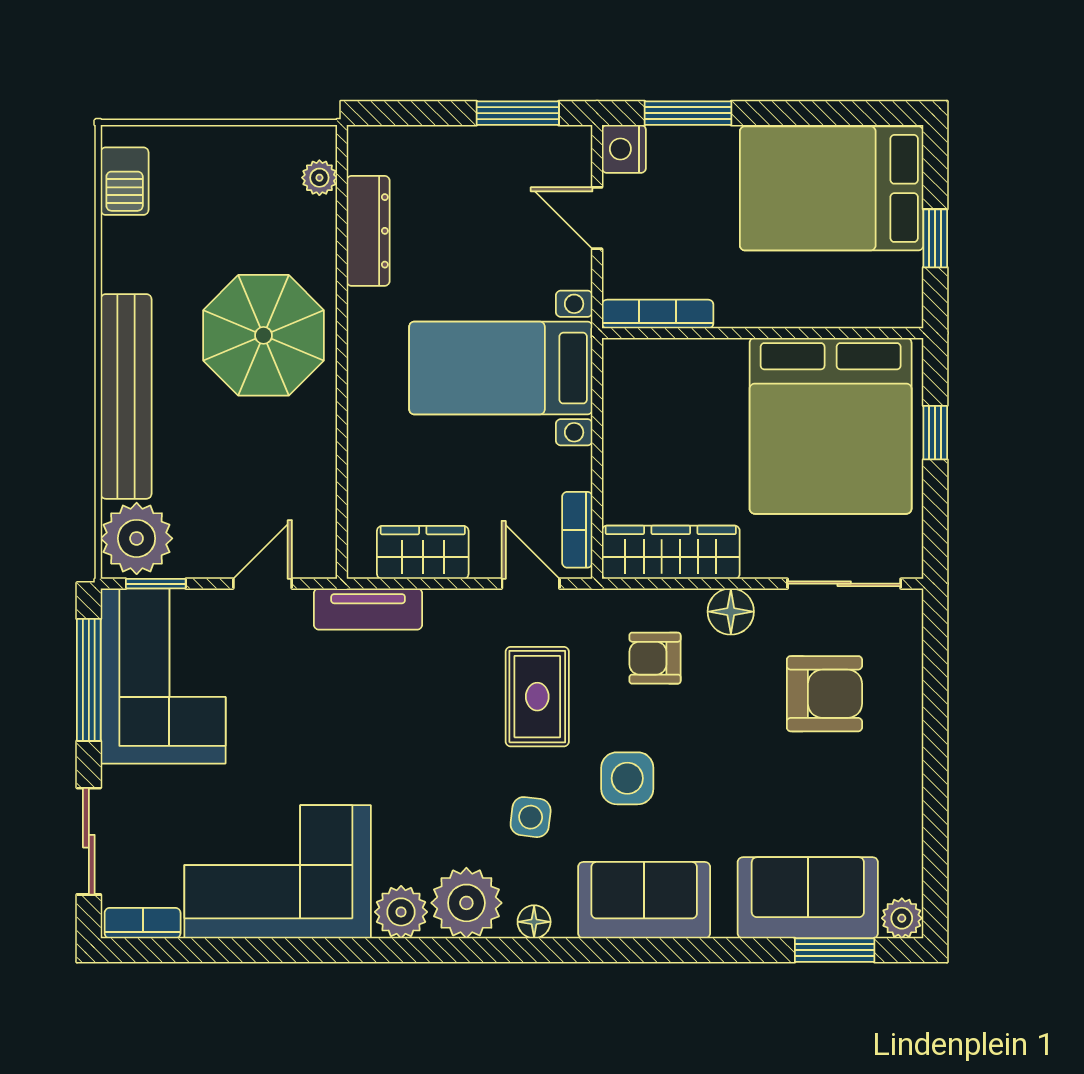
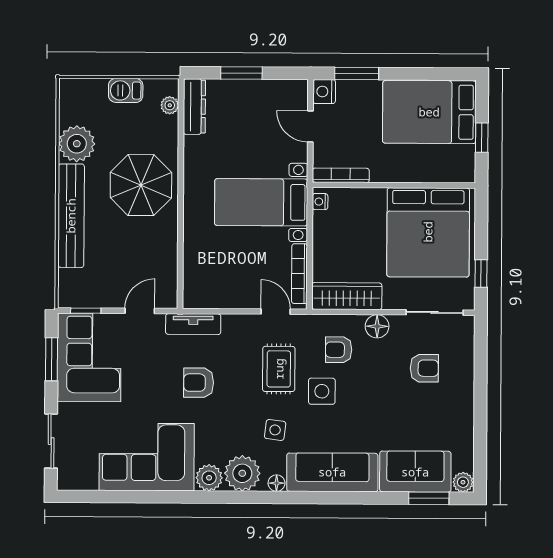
window: (518, 113) -> (241, 73), moved
barbecue: (125, 181) -> (126, 90), moved, turned 90
dresser: (368, 231) -> (194, 107), moved
nightstand: (617, 366) -> (320, 202), added
window: (935, 433) -> (481, 274), moved
bookcase: (577, 530) -> (300, 274), width x1.56
plant: (137, 538) -> (77, 144), moved
wardrobe: (423, 552) -> (221, 295), removed
window: (89, 680) -> (51, 359), width x0.69
armchair: (824, 694) -> (424, 368), width x0.72, depth x0.72
armchair: (379, 724) -> (199, 383), added
side table: (627, 778) -> (322, 391), moved
sofa: (644, 900) -> (332, 472), width x1.36
bookcase: (143, 923) -> (78, 483), removed

